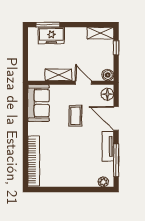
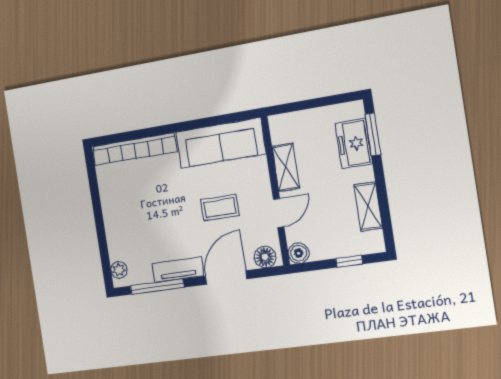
shelving: (100, 33) -> (368, 207), moved
sofa: (39, 103) -> (221, 143), width x1.36

